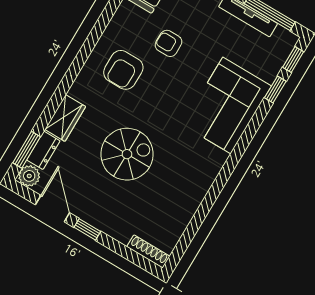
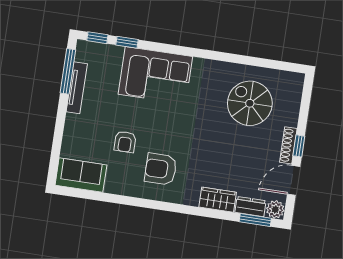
armchair: (123, 70) -> (161, 169), turned 180
spiral stairs: (127, 154) -> (250, 103), moved
shoe rack: (148, 252) -> (288, 145), moved

